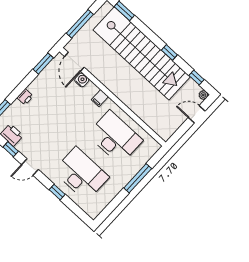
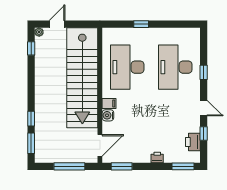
stairs: (142, 53) -> (82, 78), moved, turned 180
window: (169, 53) -> (31, 119), moved
water cooler: (82, 80) -> (108, 115), moved
door: (197, 114) -> (57, 24), swing flipped
window: (138, 178) -> (141, 24), width x0.46

